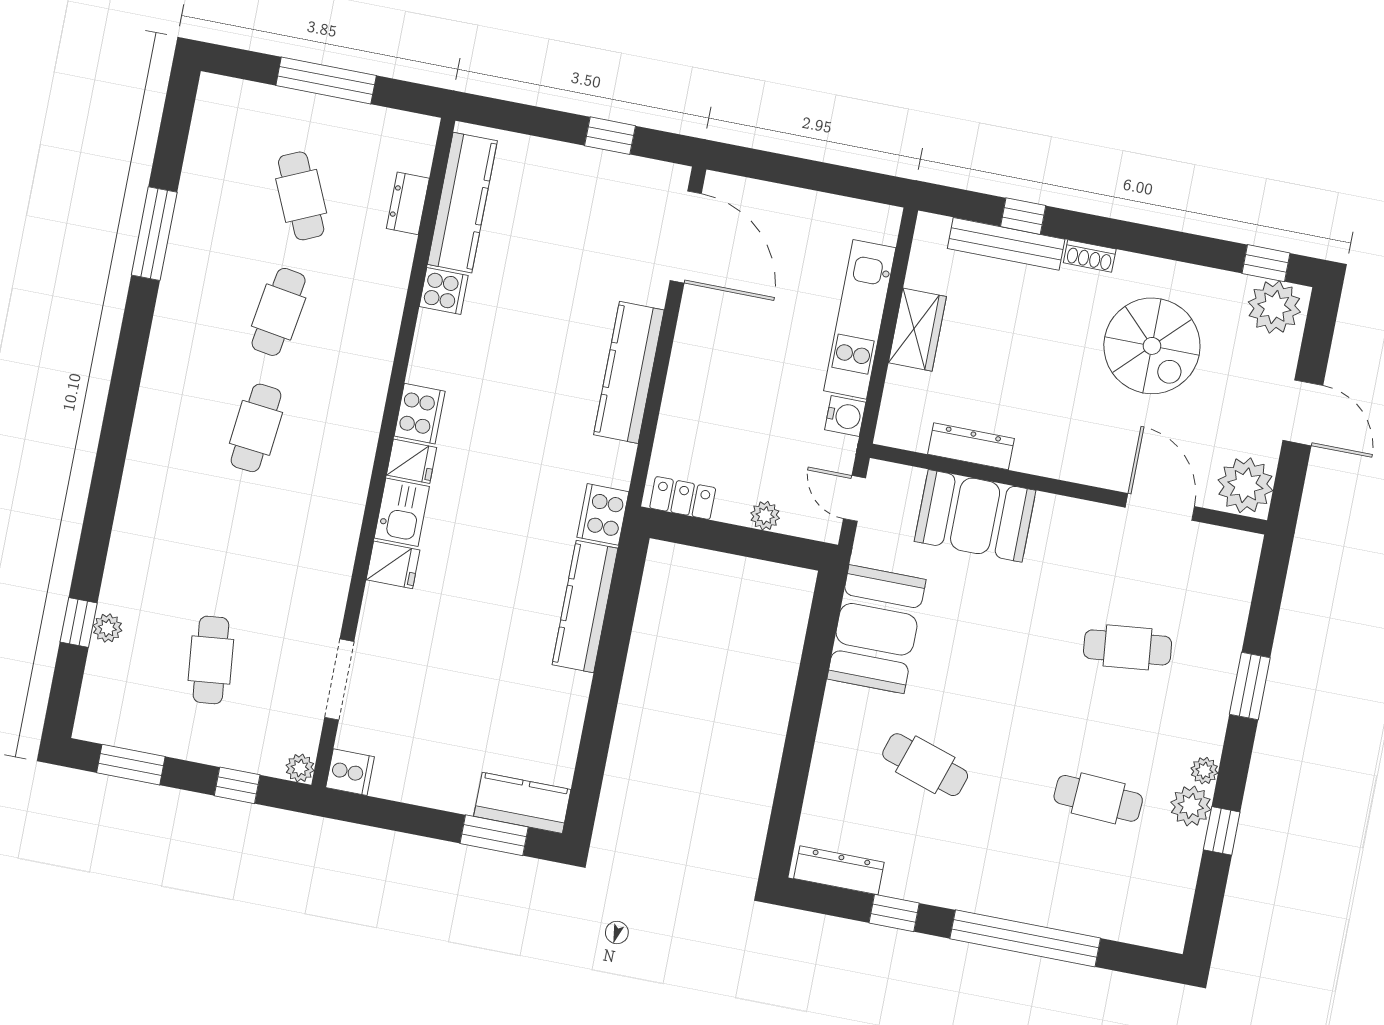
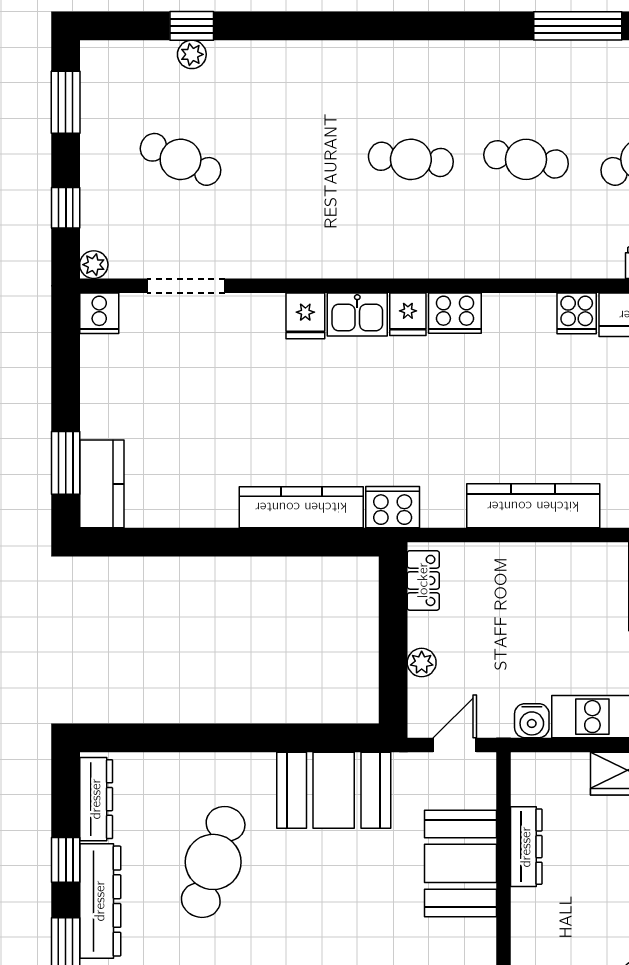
cafe table: (211, 660) -> (181, 159), turned 30
cafe table: (925, 765) -> (213, 862), width x1.37, depth x1.35
dresser: (942, 886) -> (100, 901), added

